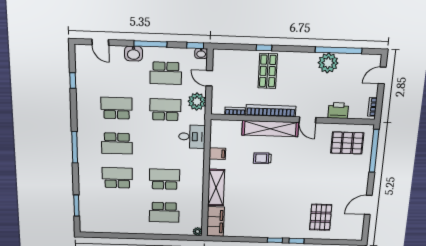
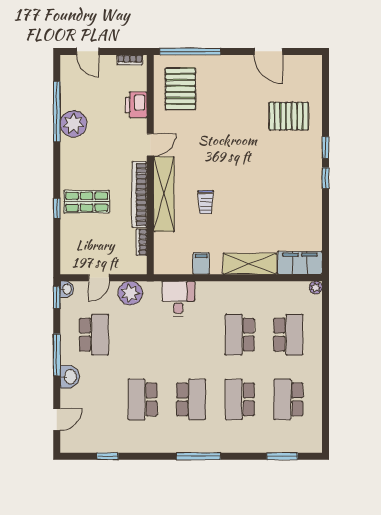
school desk: (165, 110) -> (288, 399), moved

